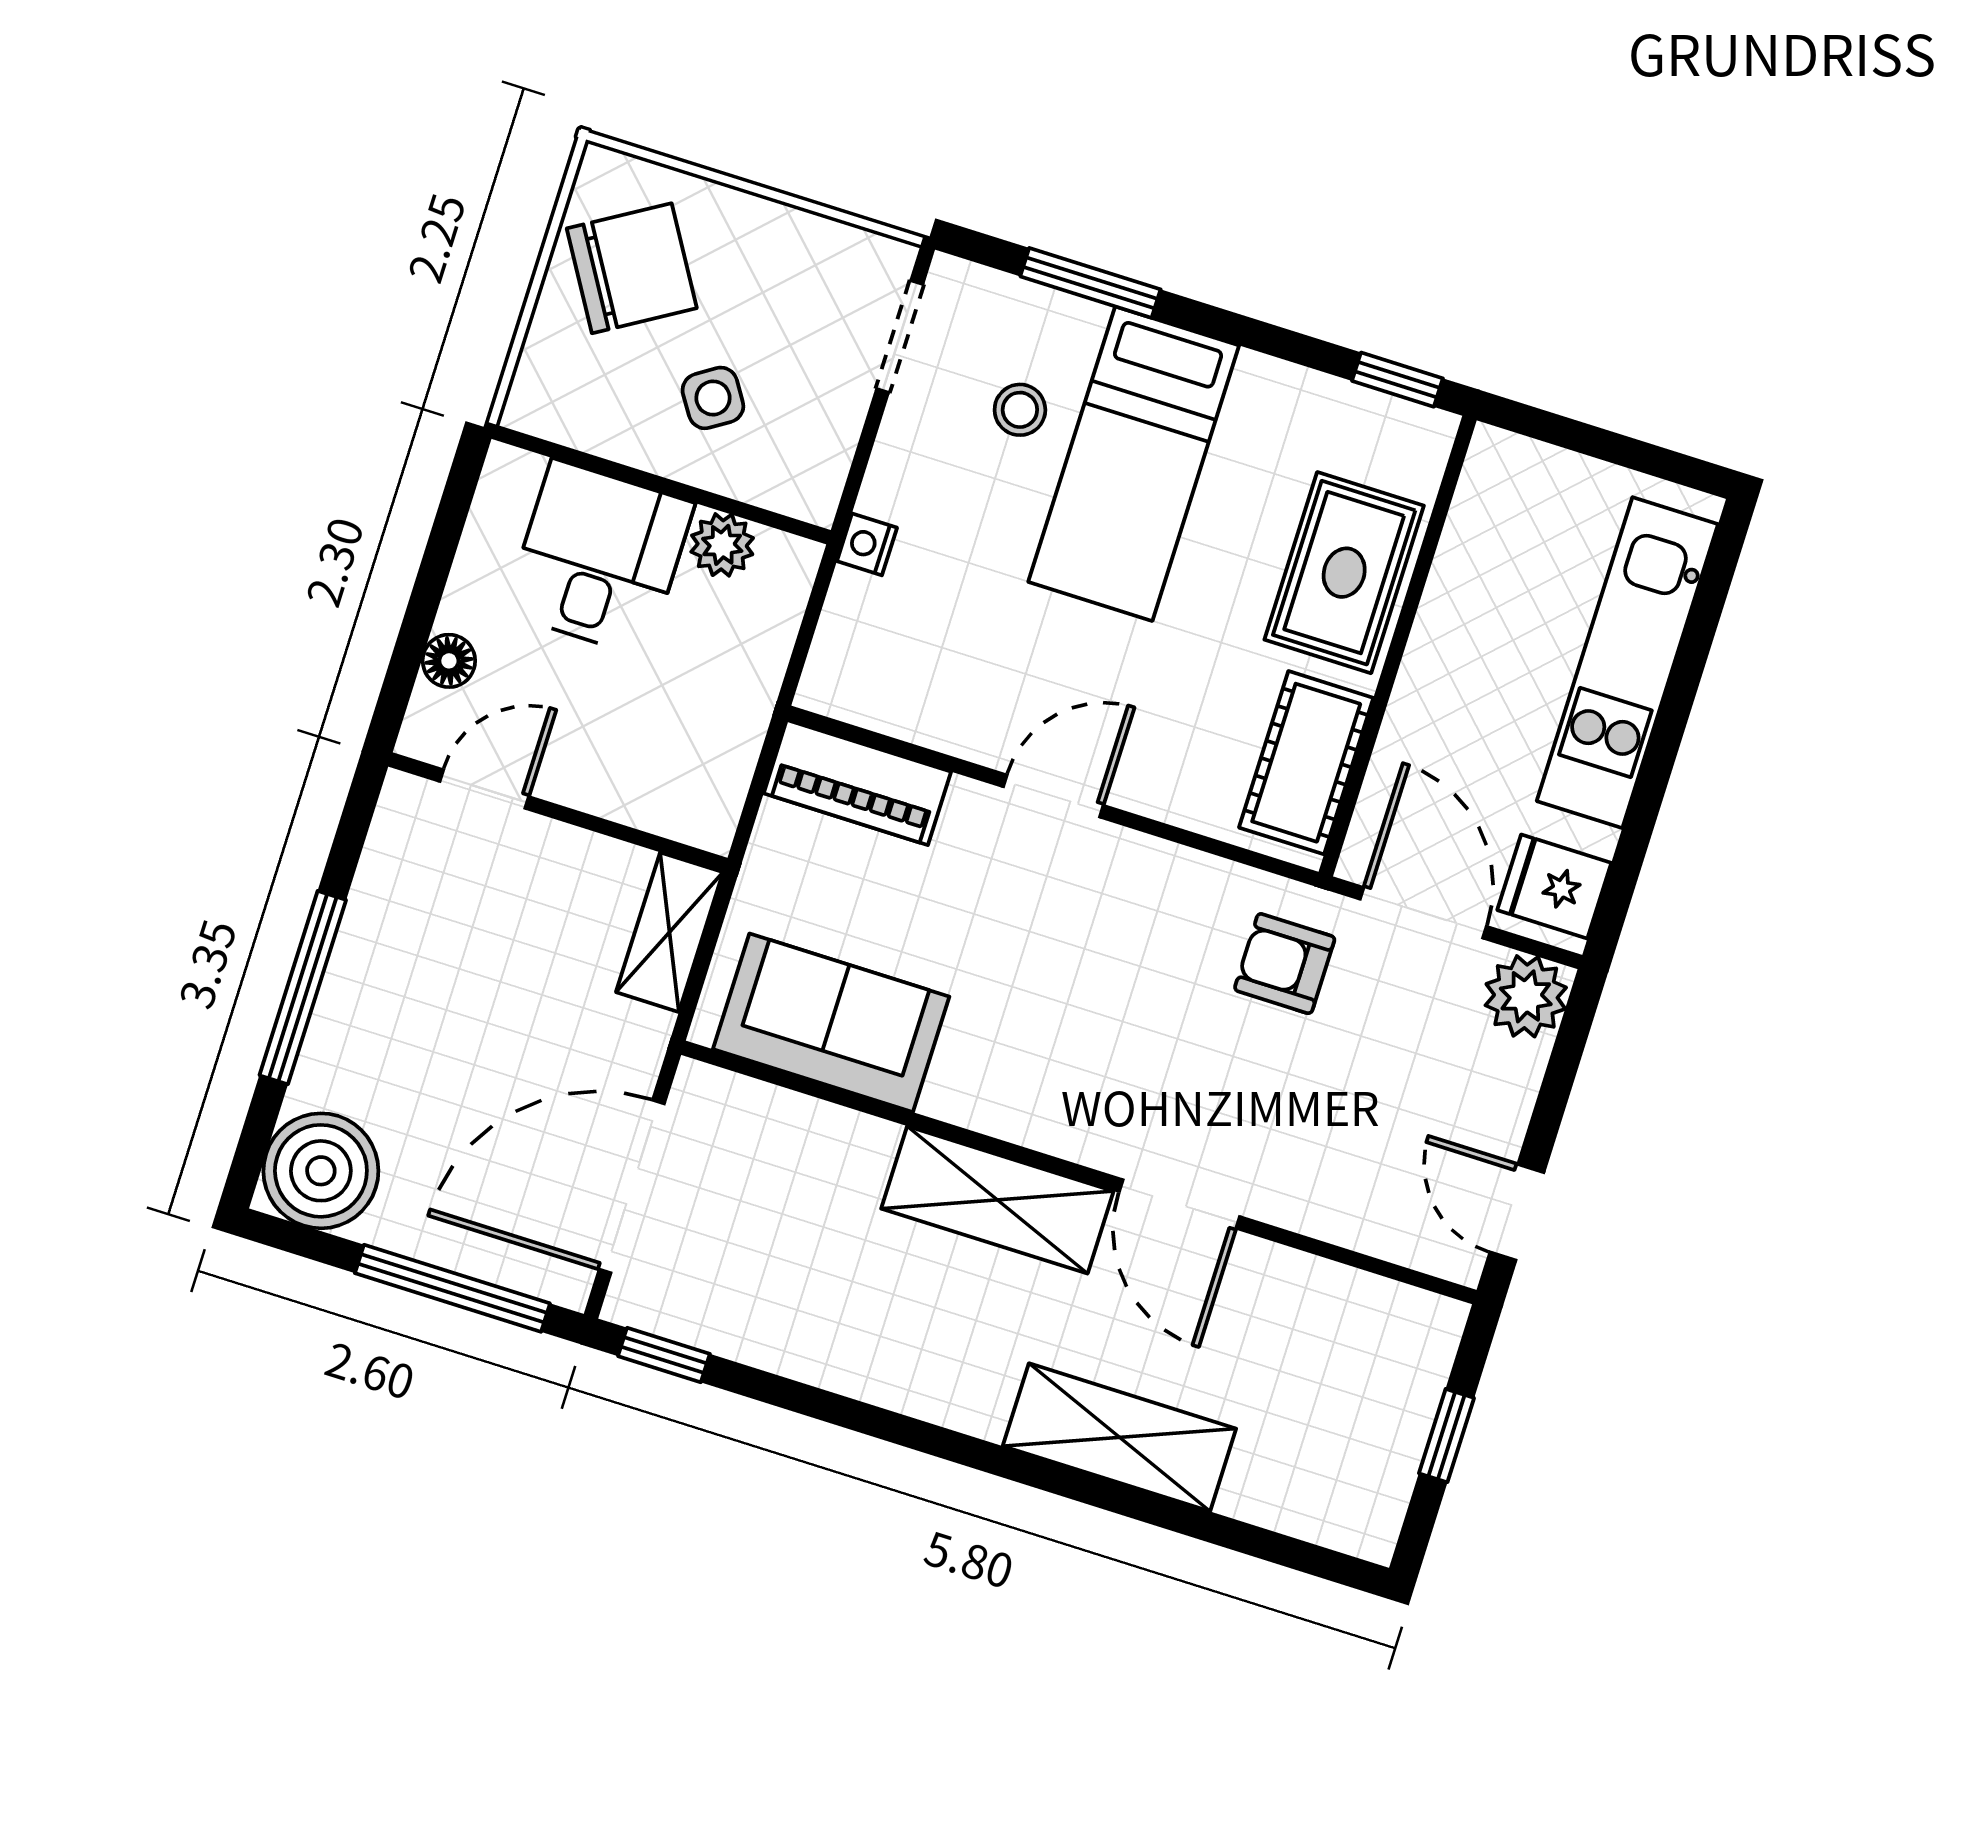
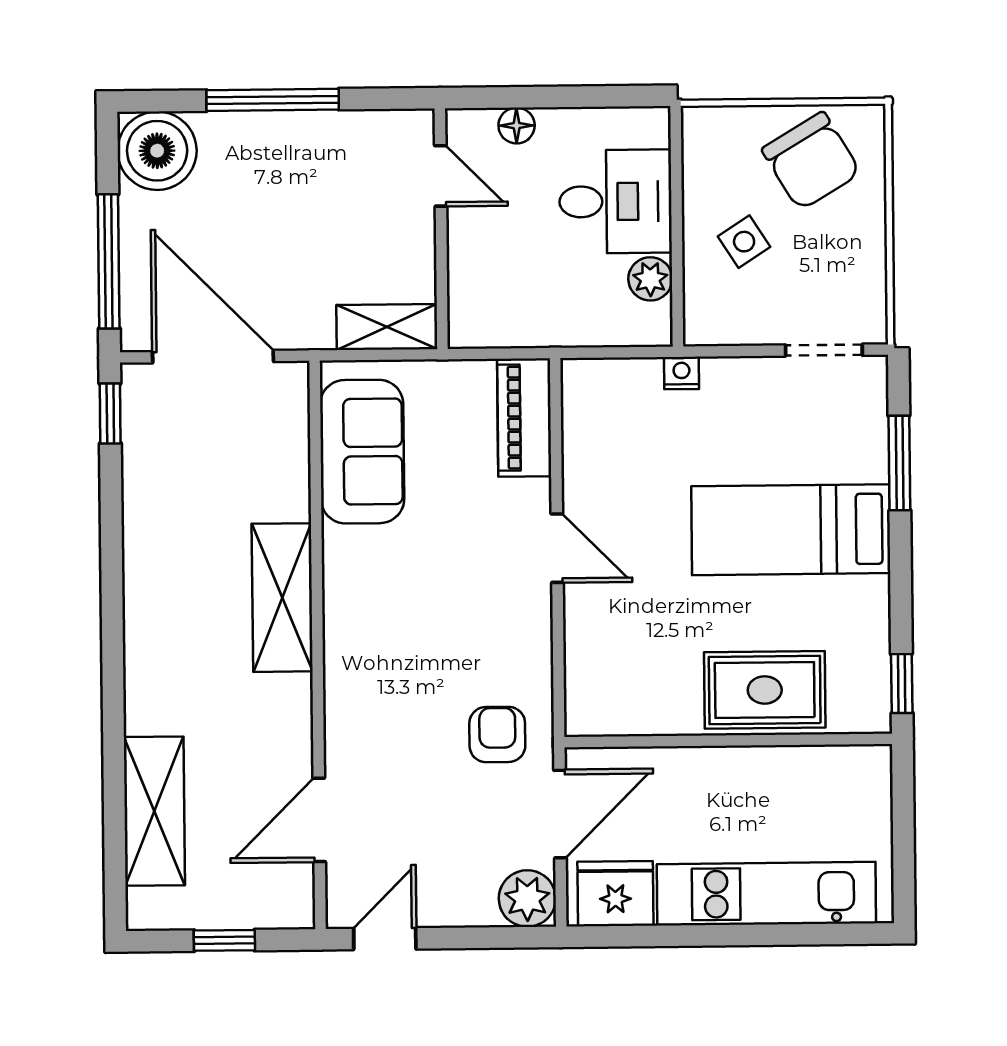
stool: (1020, 410) -> (802, 444), removed
cot: (1306, 763) -> (633, 706), removed
fridge: (1554, 887) -> (615, 894), width x1.38
door: (1179, 1204) -> (319, 820), moved
shelving: (1119, 1437) -> (154, 811), moved

